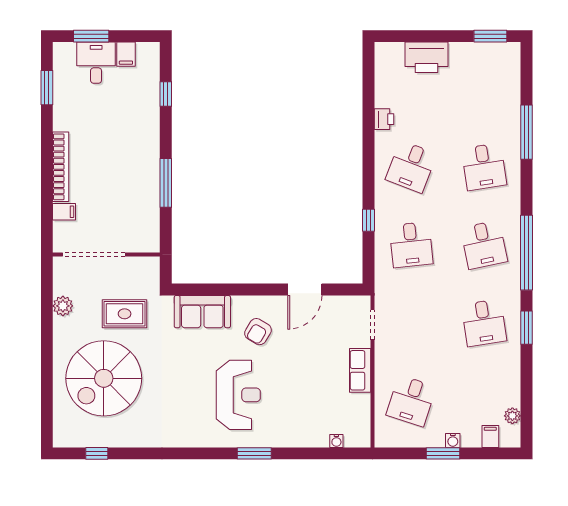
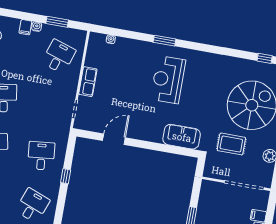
armchair: (258, 332) -> (148, 118), removed
filing cabinet: (490, 436) -> (25, 27), moved
window: (443, 453) -> (57, 22), moved

